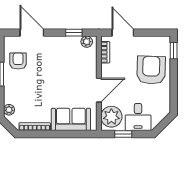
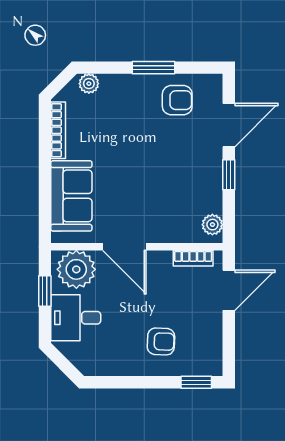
window: (74, 33) -> (229, 175), moved
armchair: (151, 70) -> (161, 341), width x0.53, depth x0.53

